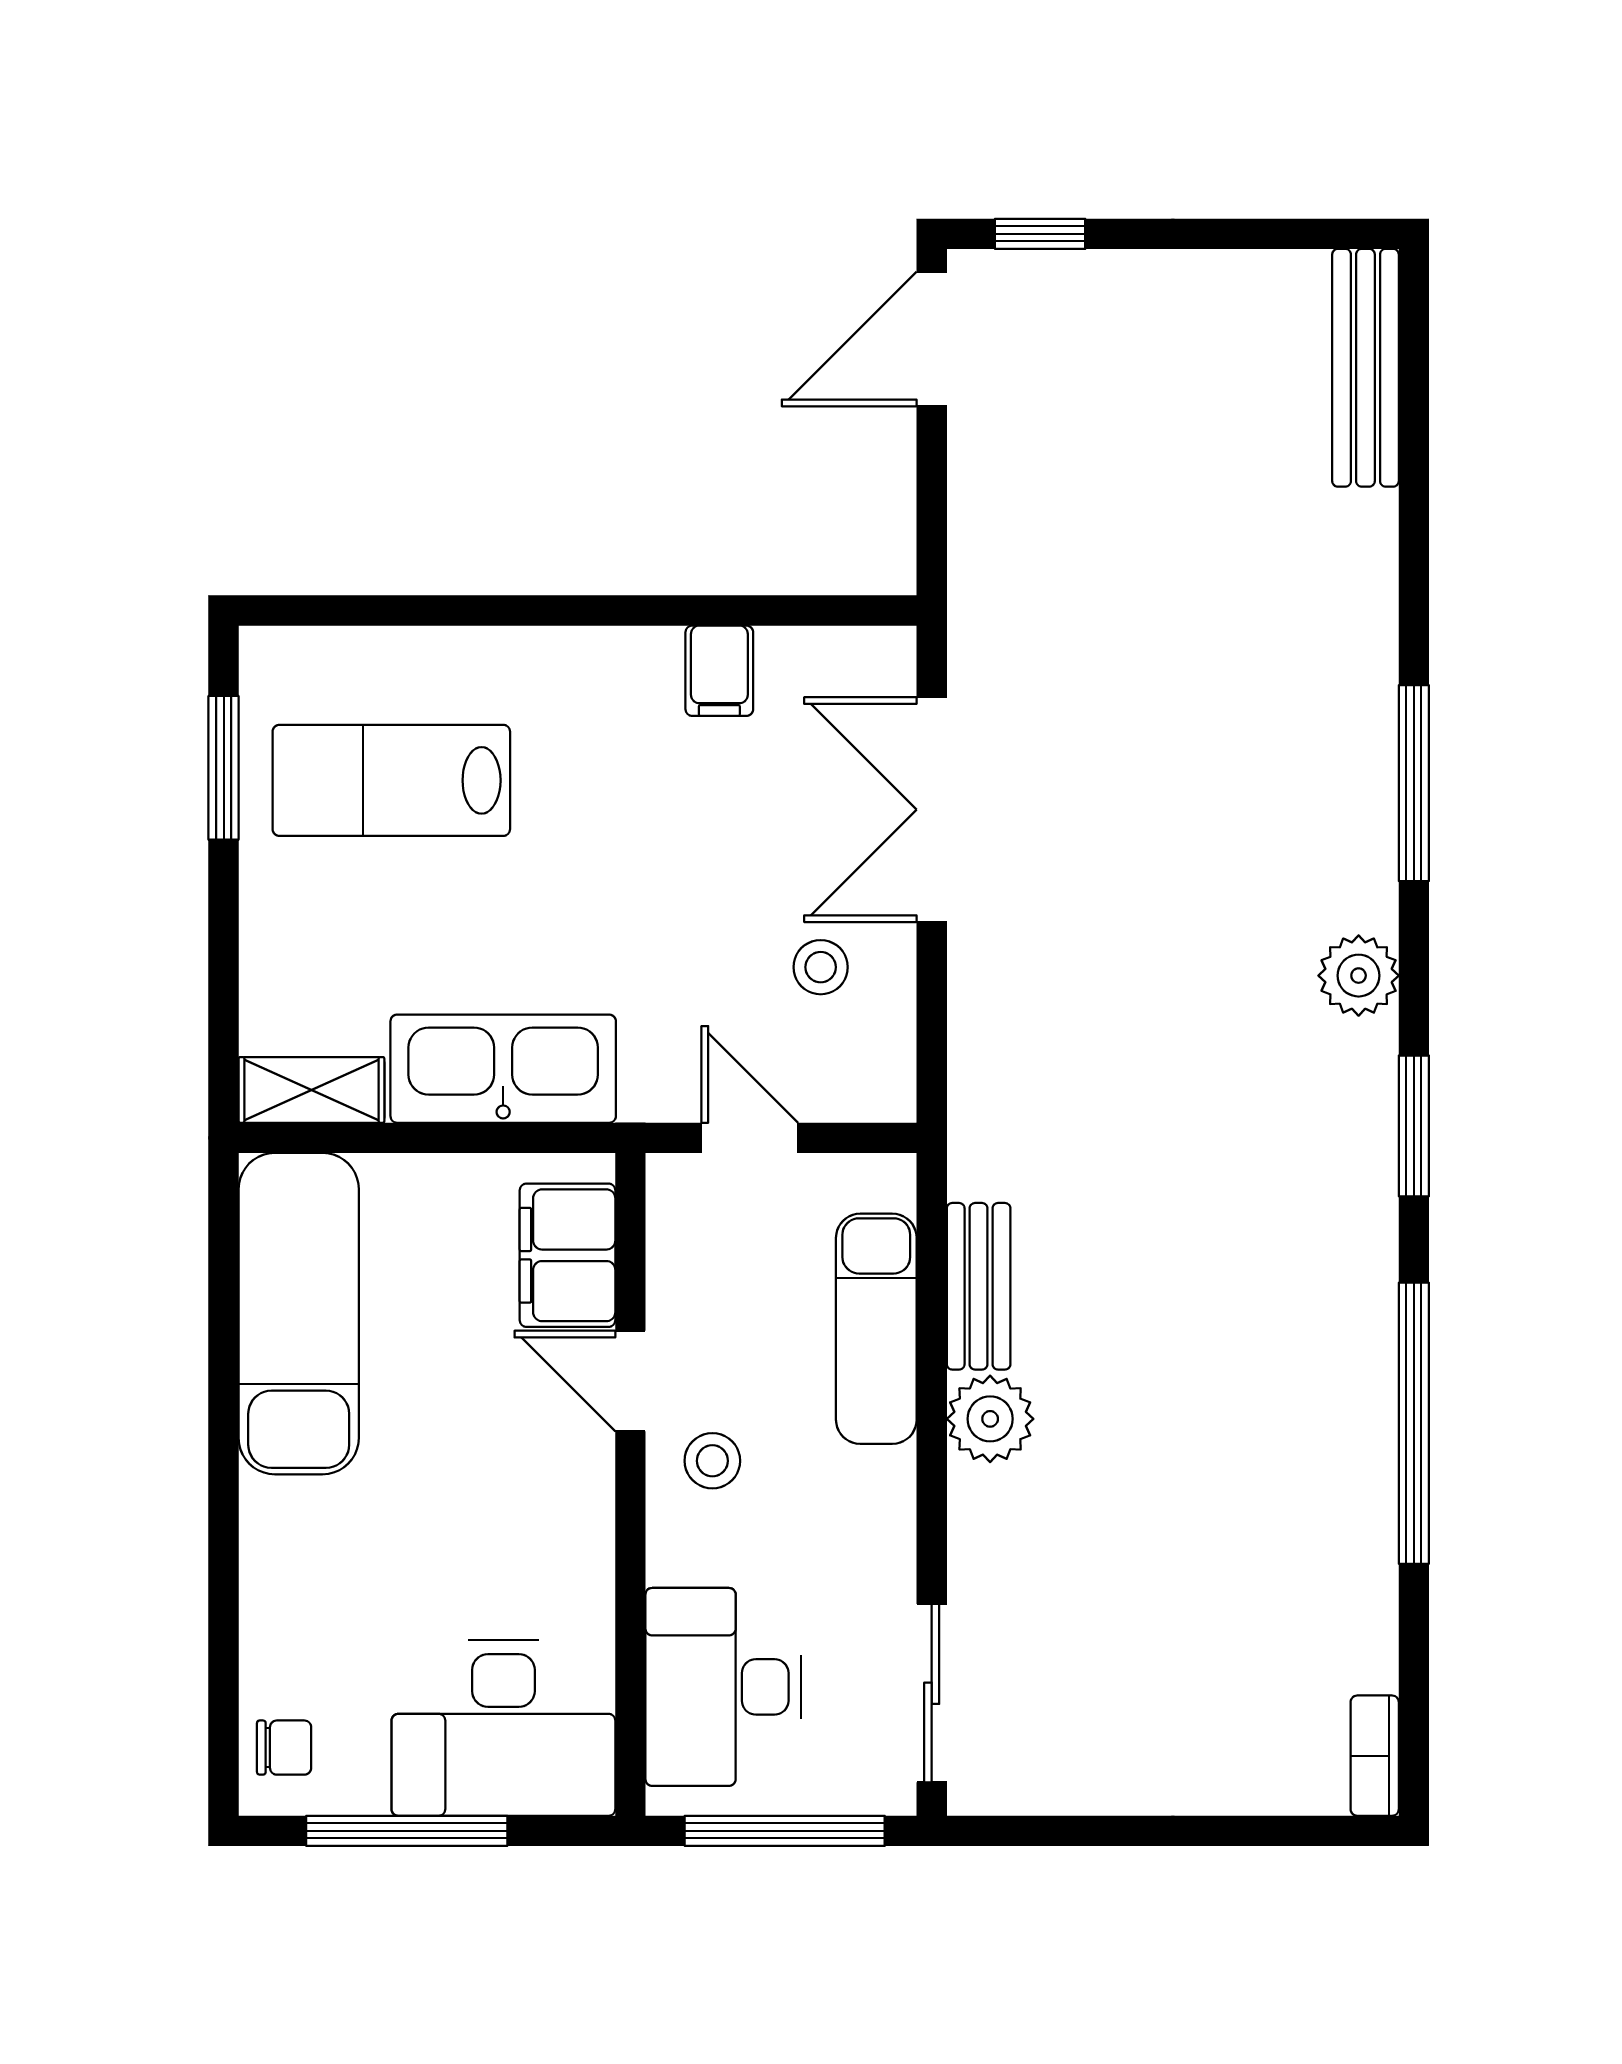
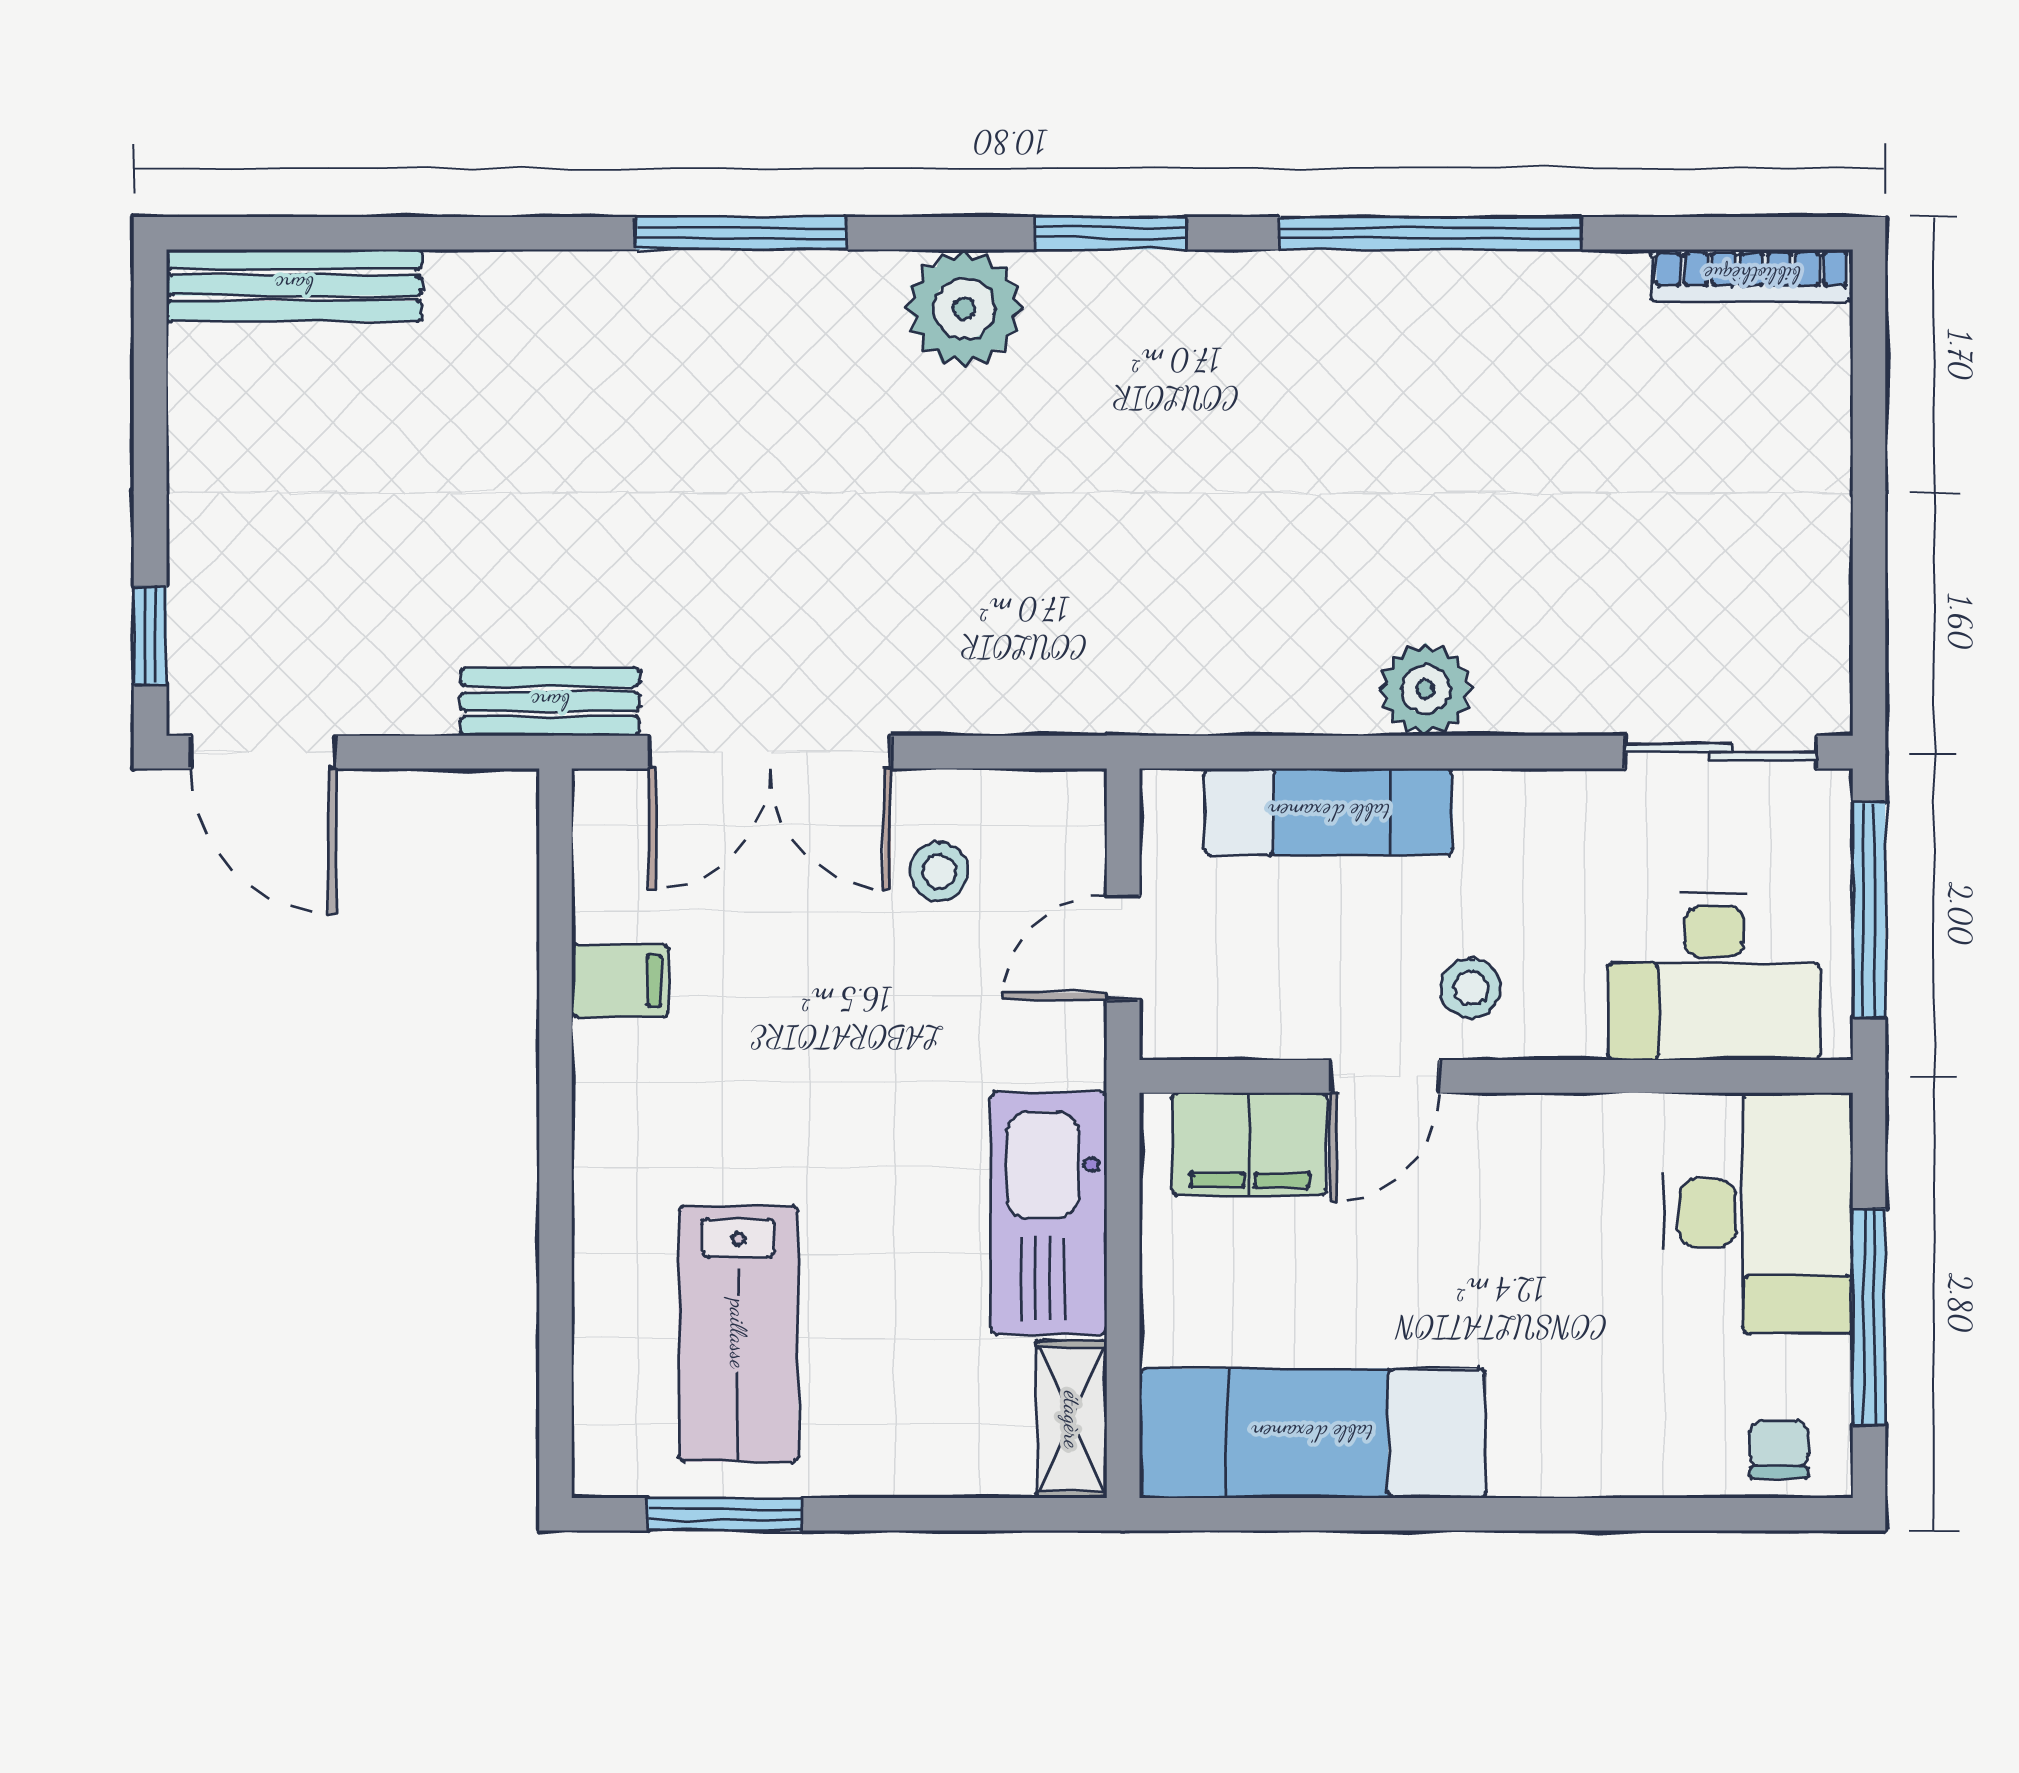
plant: (1359, 976) -> (964, 308), width x1.36, depth x1.36
bench: (979, 1286) -> (550, 702), moved
bookcase: (1375, 1756) -> (1752, 275), width x1.56

